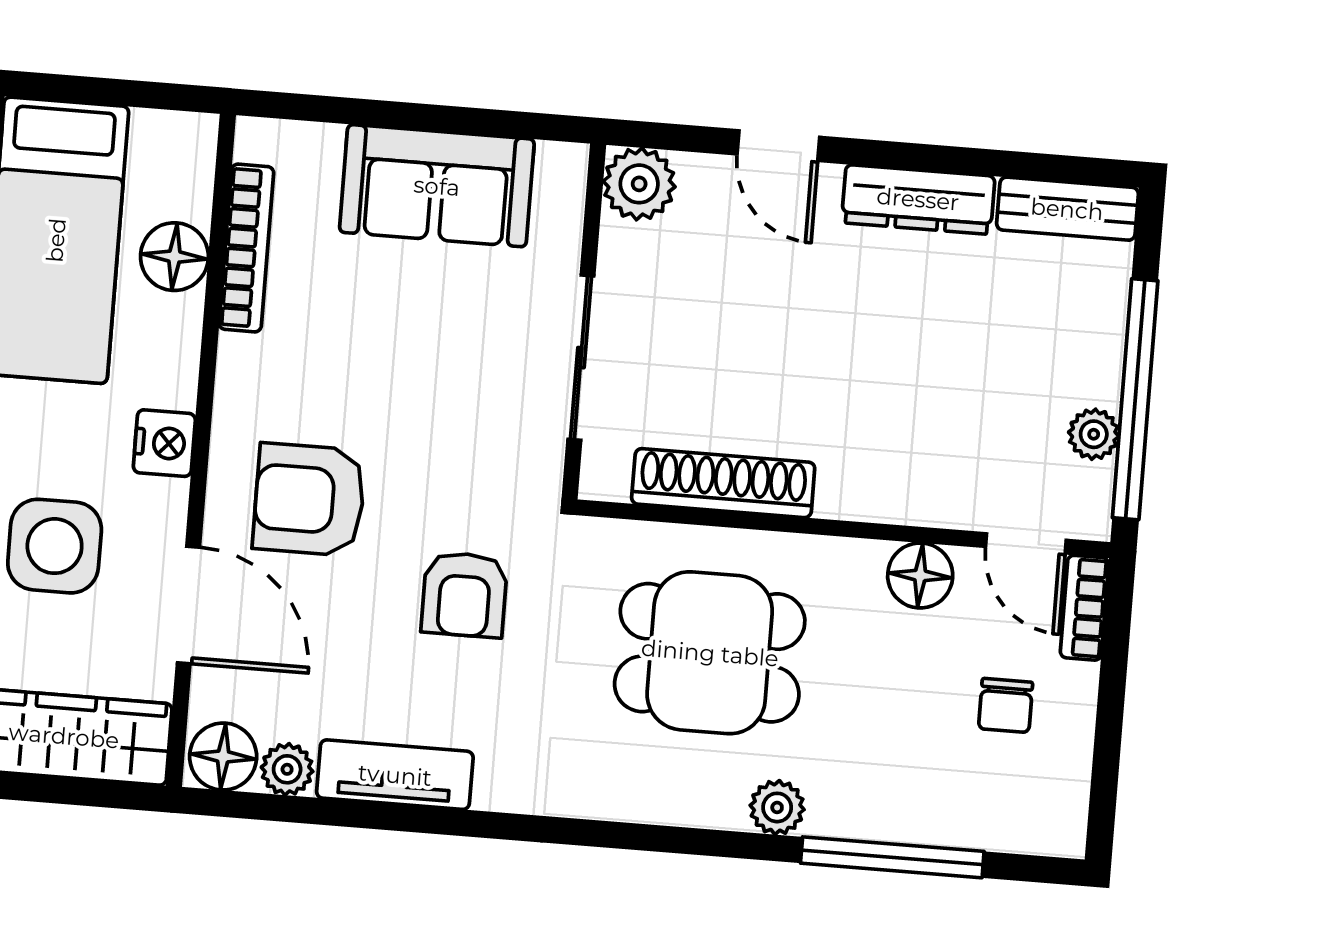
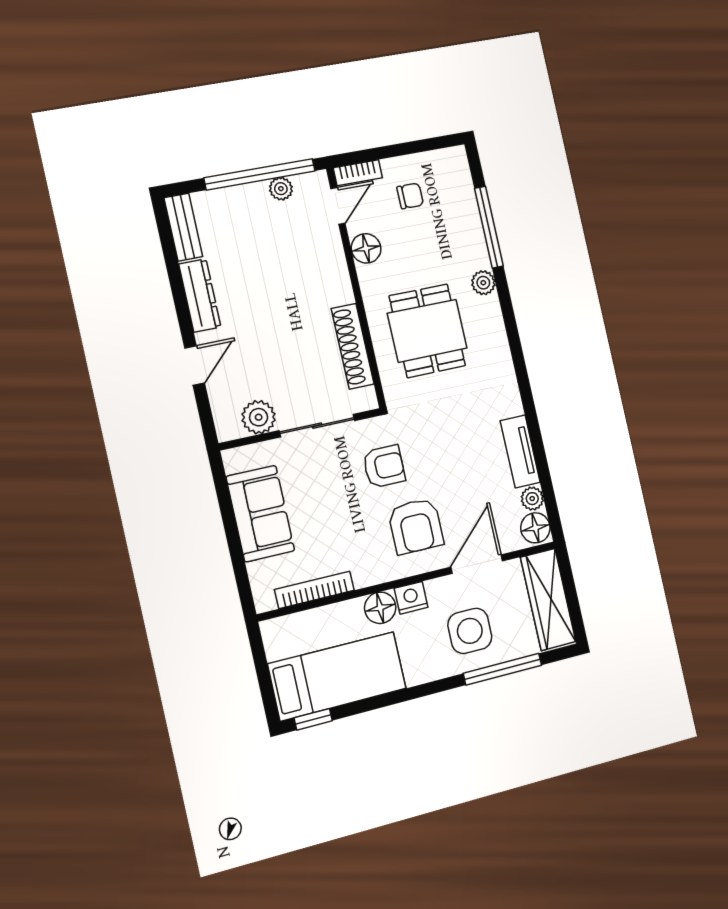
plant: (639, 184) -> (259, 417), moved
floor lamp: (174, 257) -> (380, 608), moved
armchair: (464, 595) -> (384, 466), moved

